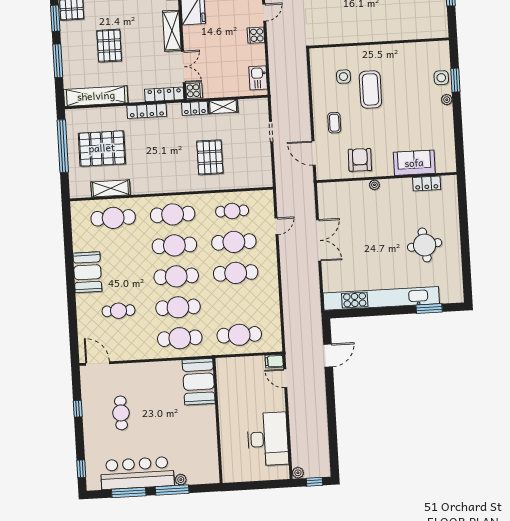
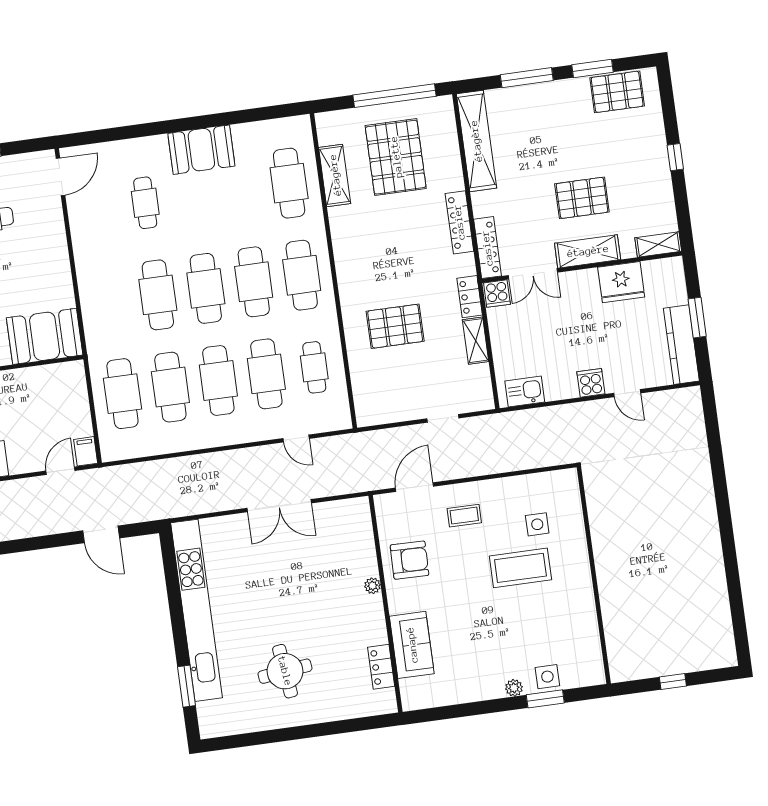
pallet: (109, 46) -> (582, 198), moved
cafe table: (180, 338) -> (170, 387), moved

